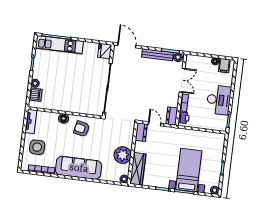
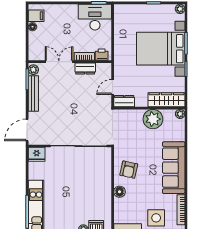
desk: (219, 100) -> (95, 17), moved
dresser: (172, 116) -> (85, 69), moved
bed with nightstands: (189, 170) -> (161, 49), width x1.36

